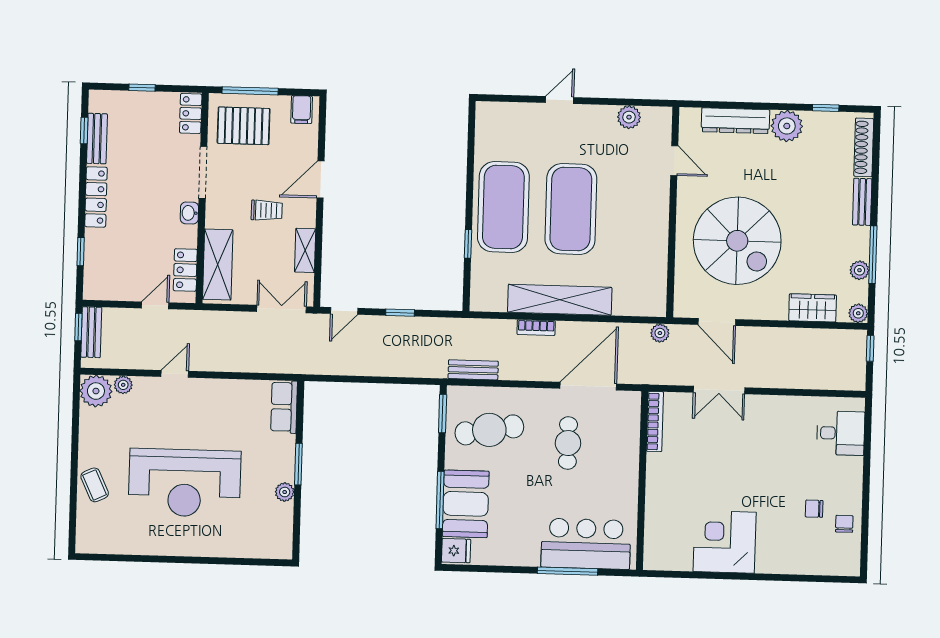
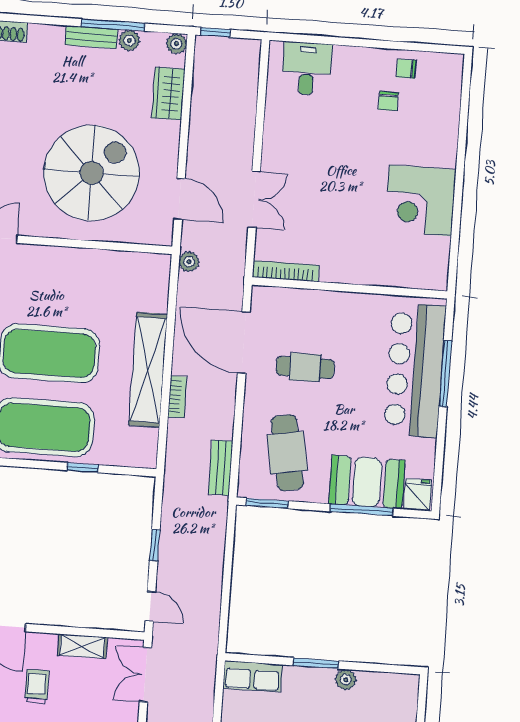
bench: (862, 202) -> (91, 37), moved
door: (717, 322) -> (180, 199), hinge flipped
bar counter: (586, 544) -> (415, 370), width x1.36

